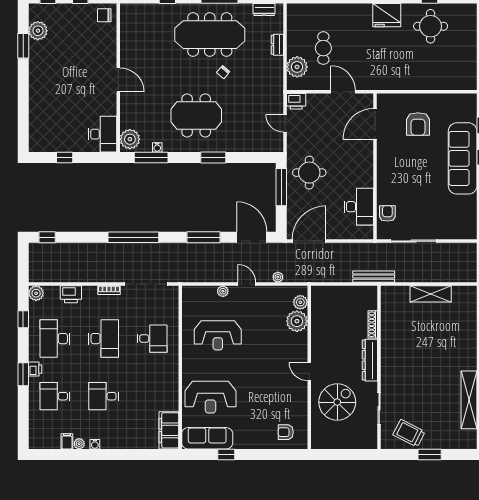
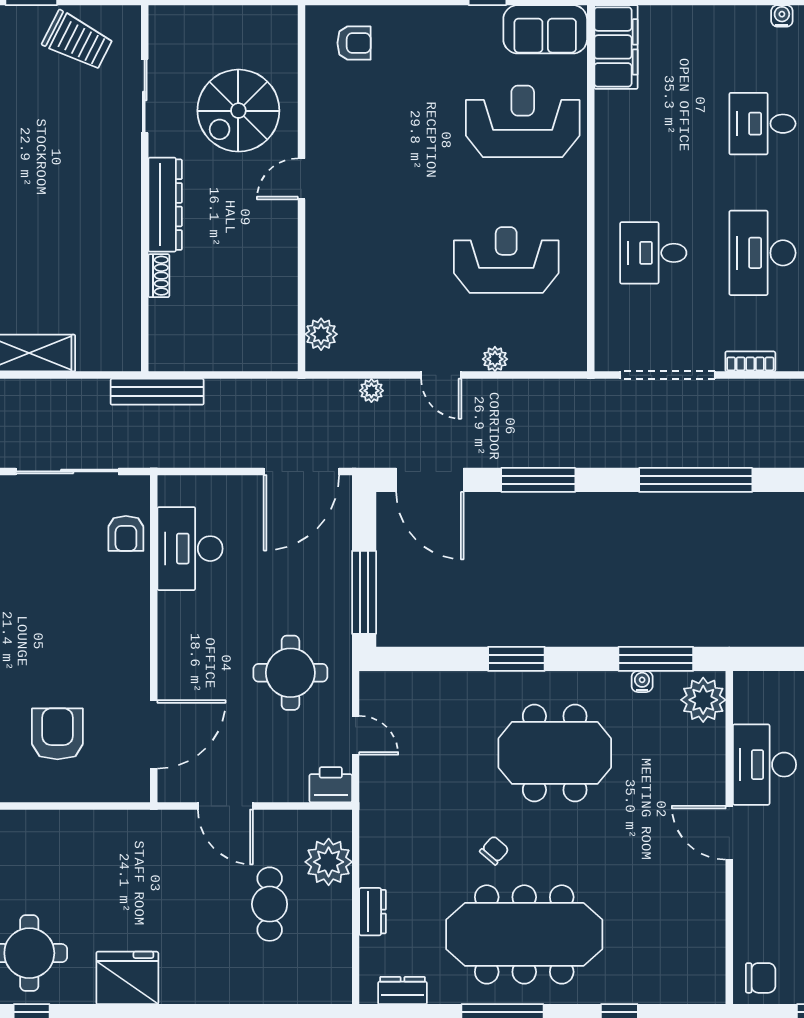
desk: (103, 134) -> (764, 765), moved
round table: (309, 173) -> (290, 673), moved
plant: (297, 321) -> (329, 292), removed
shoe rack: (373, 324) -> (159, 276), width x0.70
door: (309, 372) -> (301, 179), swing flipped
desk: (104, 396) -> (762, 124), turned 180
sofa: (207, 438) -> (545, 29), width x0.73

